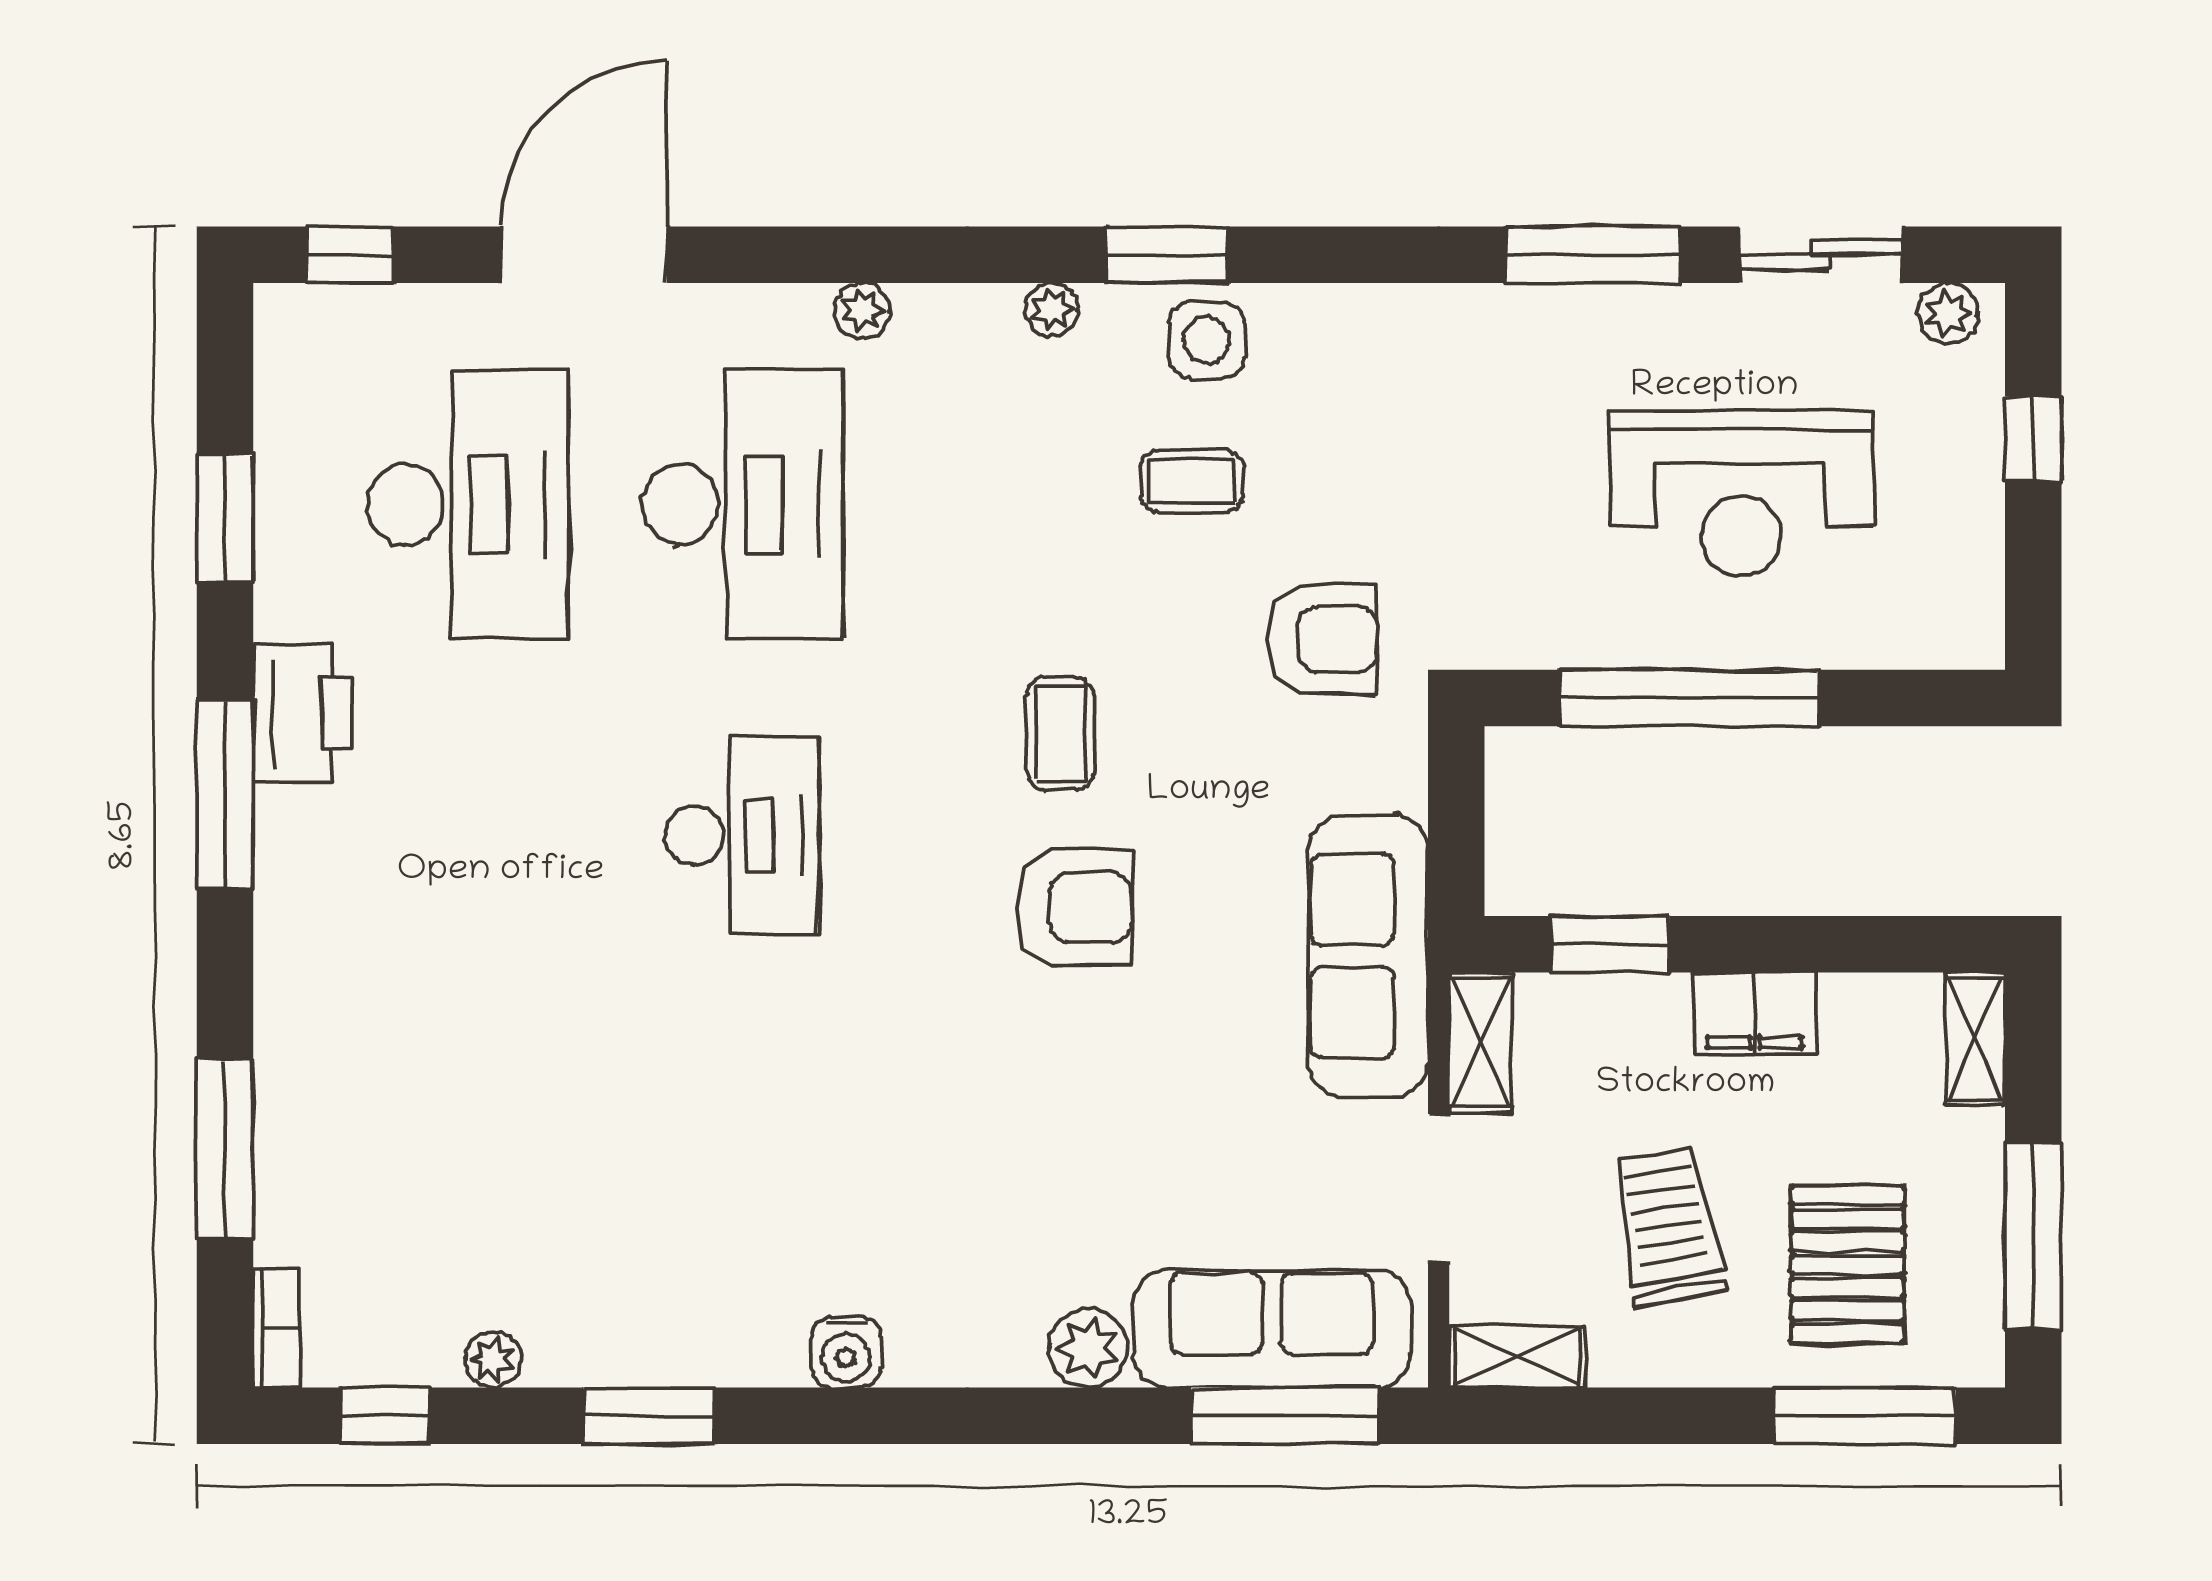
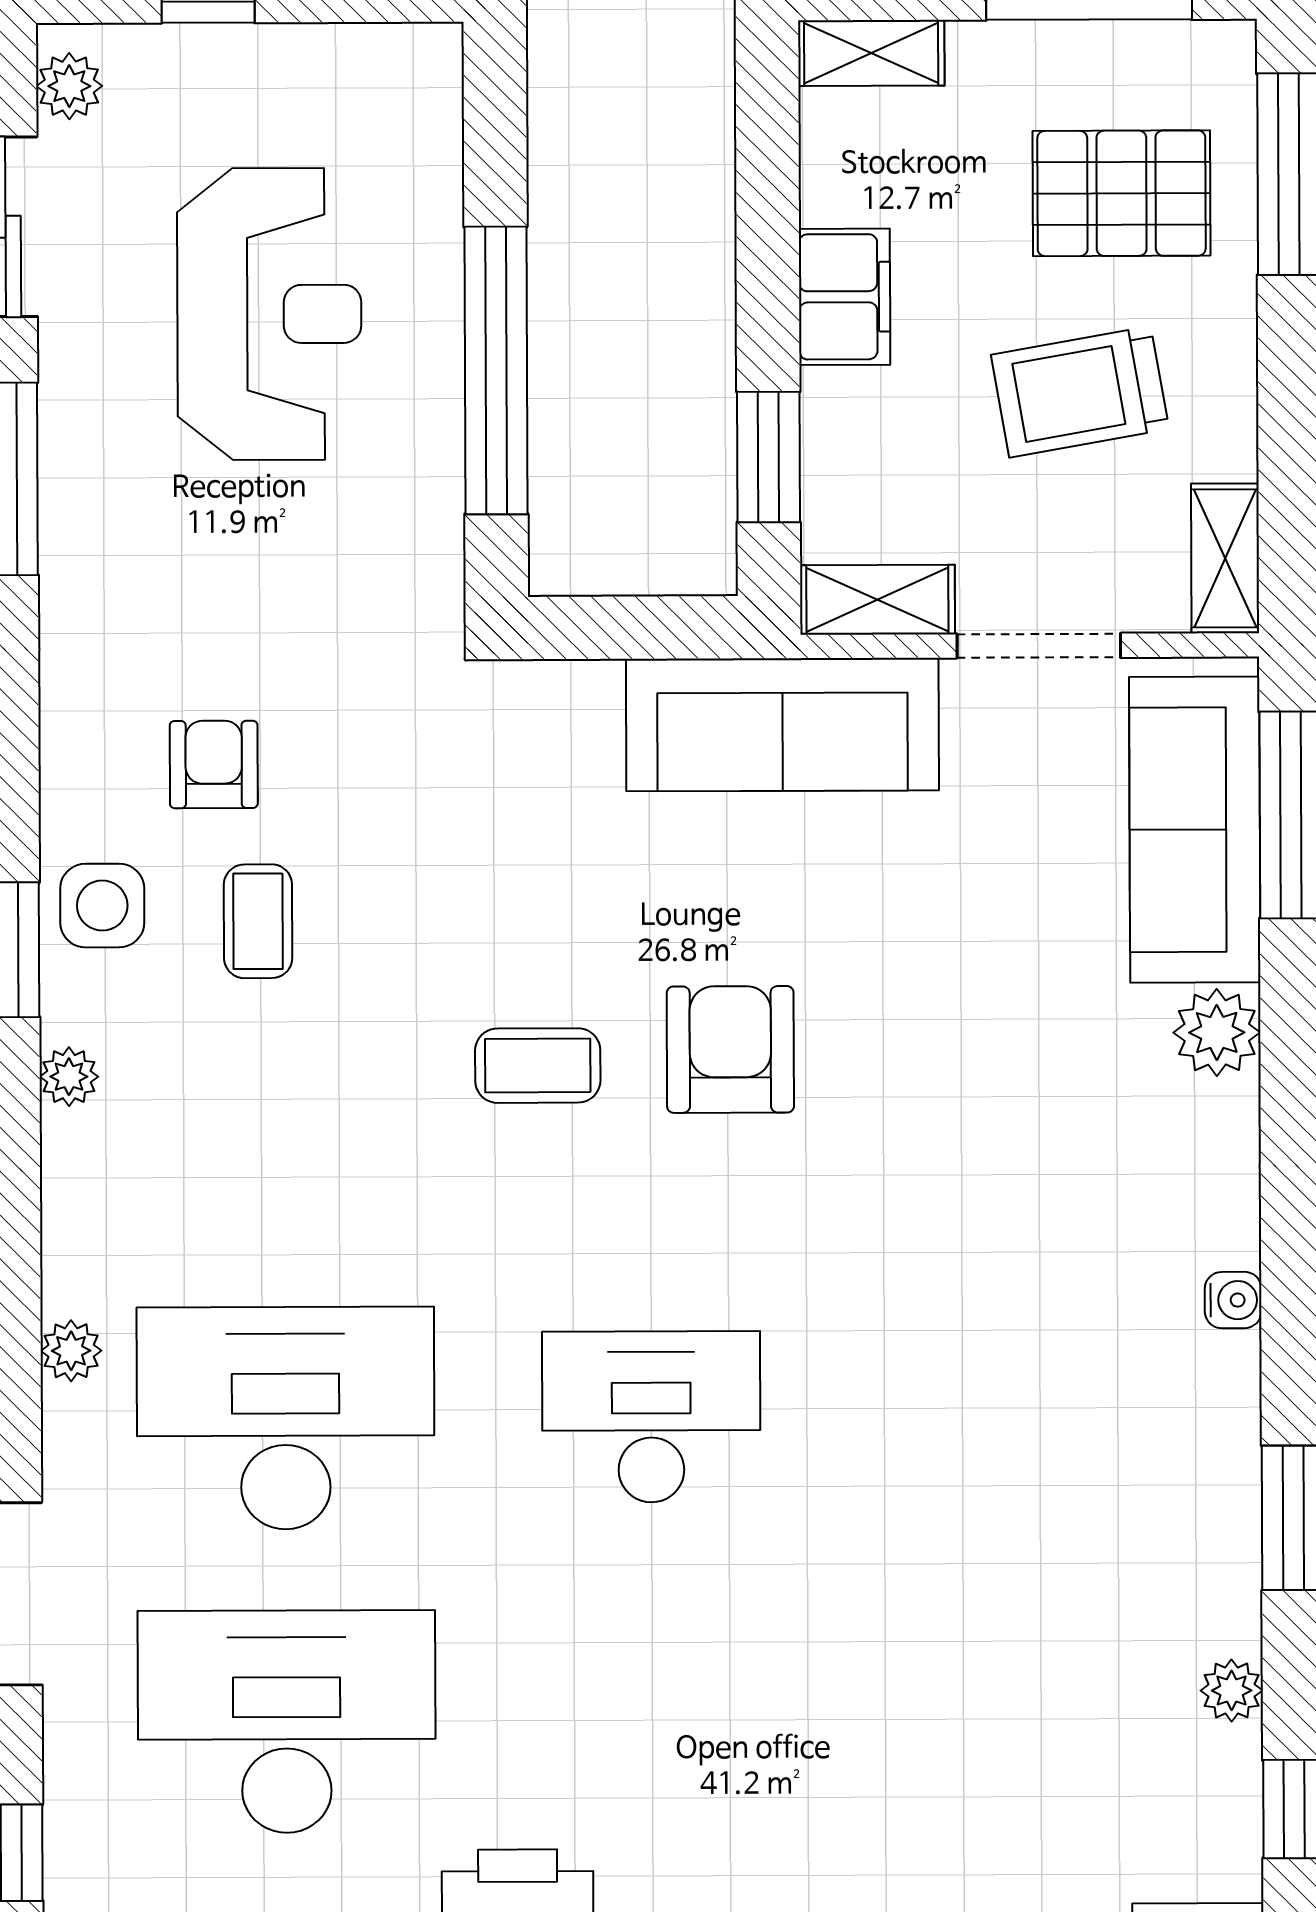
plant: (862, 311) -> (71, 1351), moved
armchair: (1323, 639) -> (214, 764), moved, width x0.72, depth x0.72
water cooler: (846, 1352) -> (1233, 1300), width x0.72, depth x0.72

